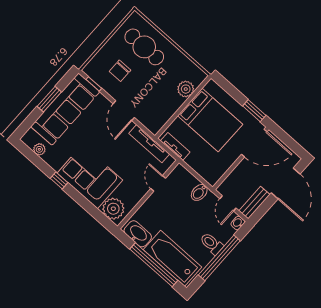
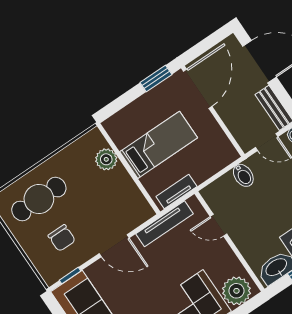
bed: (210, 120) -> (159, 145), width x0.67

